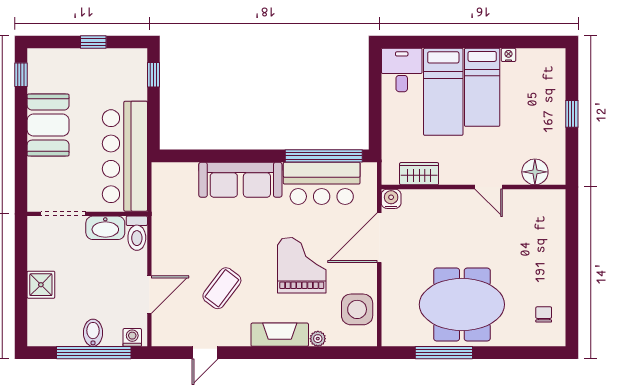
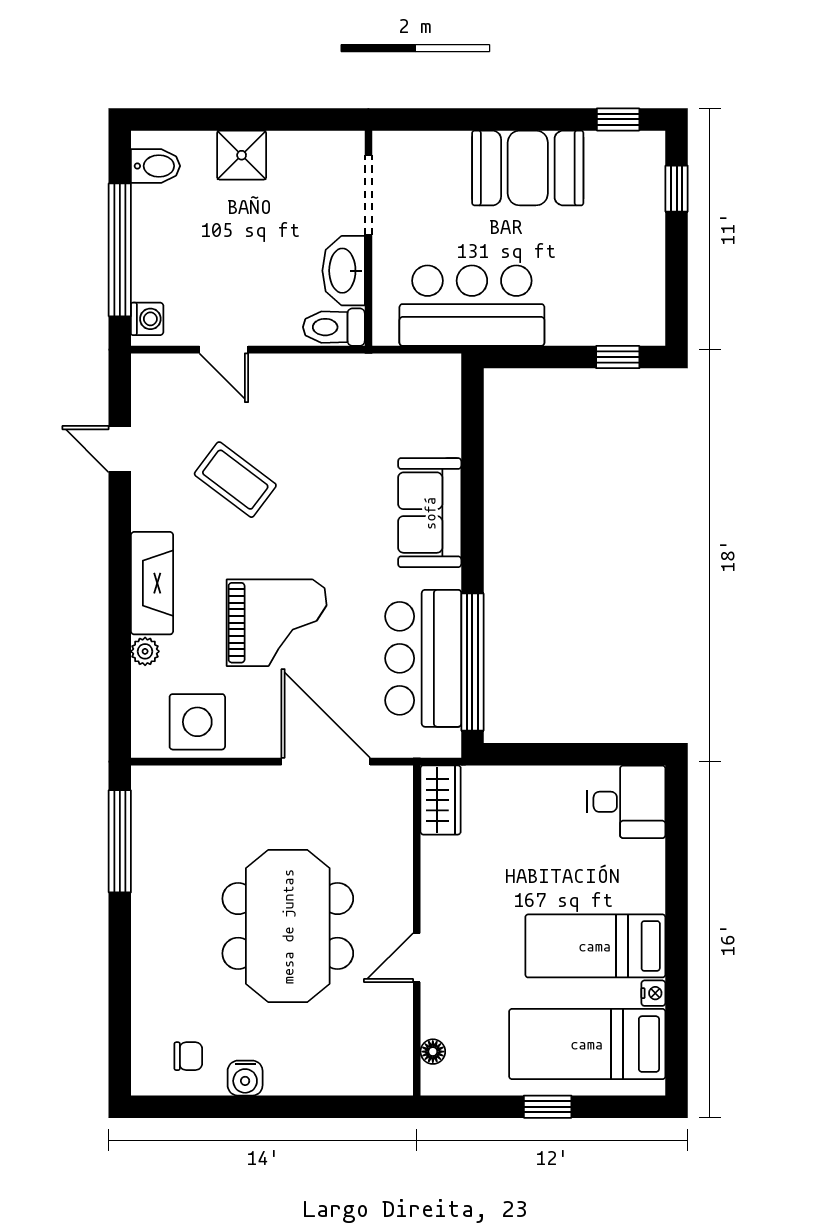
window: (93, 42) -> (677, 189), moved
bed: (443, 92) -> (587, 1044), moved
bar counter: (125, 156) -> (472, 306), width x0.73
floor lamp: (535, 172) -> (433, 1052), width x0.53, depth x0.53
wardrobe: (419, 174) -> (441, 800), moved
sofa: (240, 180) -> (430, 513), width x0.73
water cooler: (391, 199) -> (245, 1078), moved, turned 90
door: (149, 295) -> (224, 350), width x0.73
meeting table: (462, 305) -> (288, 926), moved
bidet: (93, 333) -> (156, 166), moved
window: (444, 353) -> (120, 841), moved

